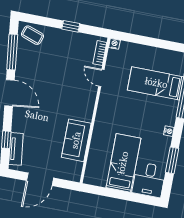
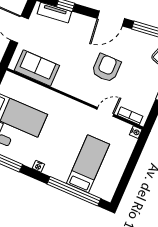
armchair: (59, 87) -> (106, 68), added
sofa: (76, 140) -> (37, 68), moved

